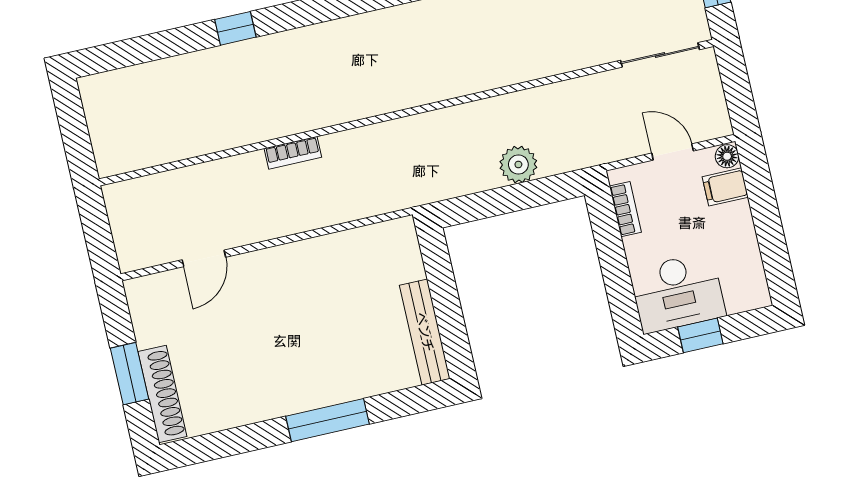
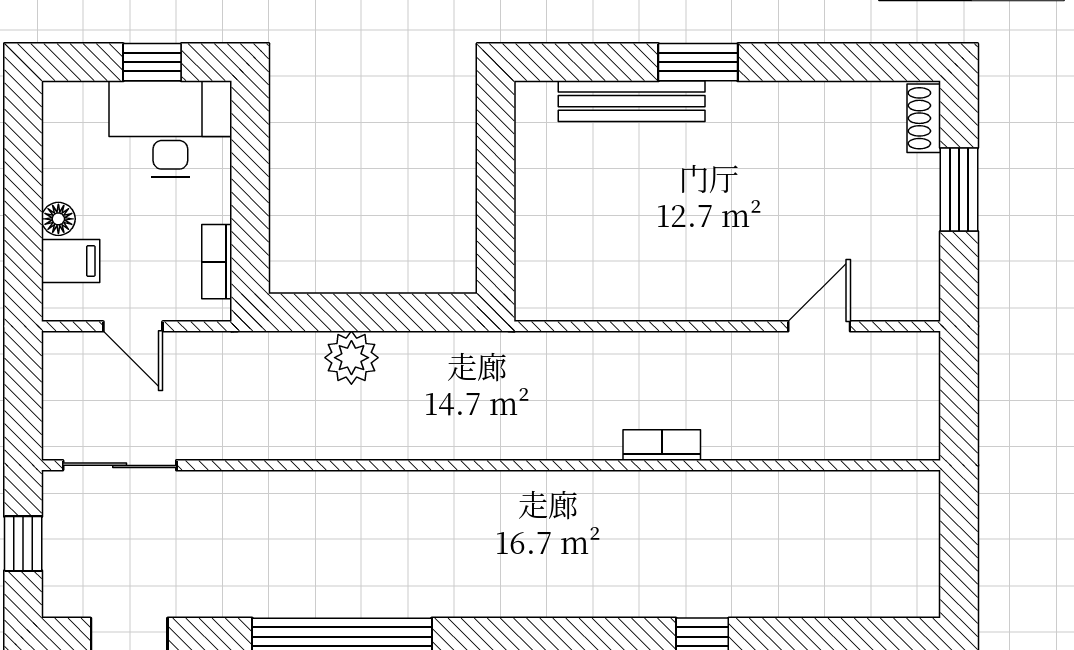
floor lamp: (727, 156) -> (58, 219), moved
bench: (425, 332) -> (632, 101), moved, turned 90
shoe rack: (162, 394) -> (924, 118), width x0.51, depth x0.81
window: (328, 420) -> (698, 62), width x0.69

